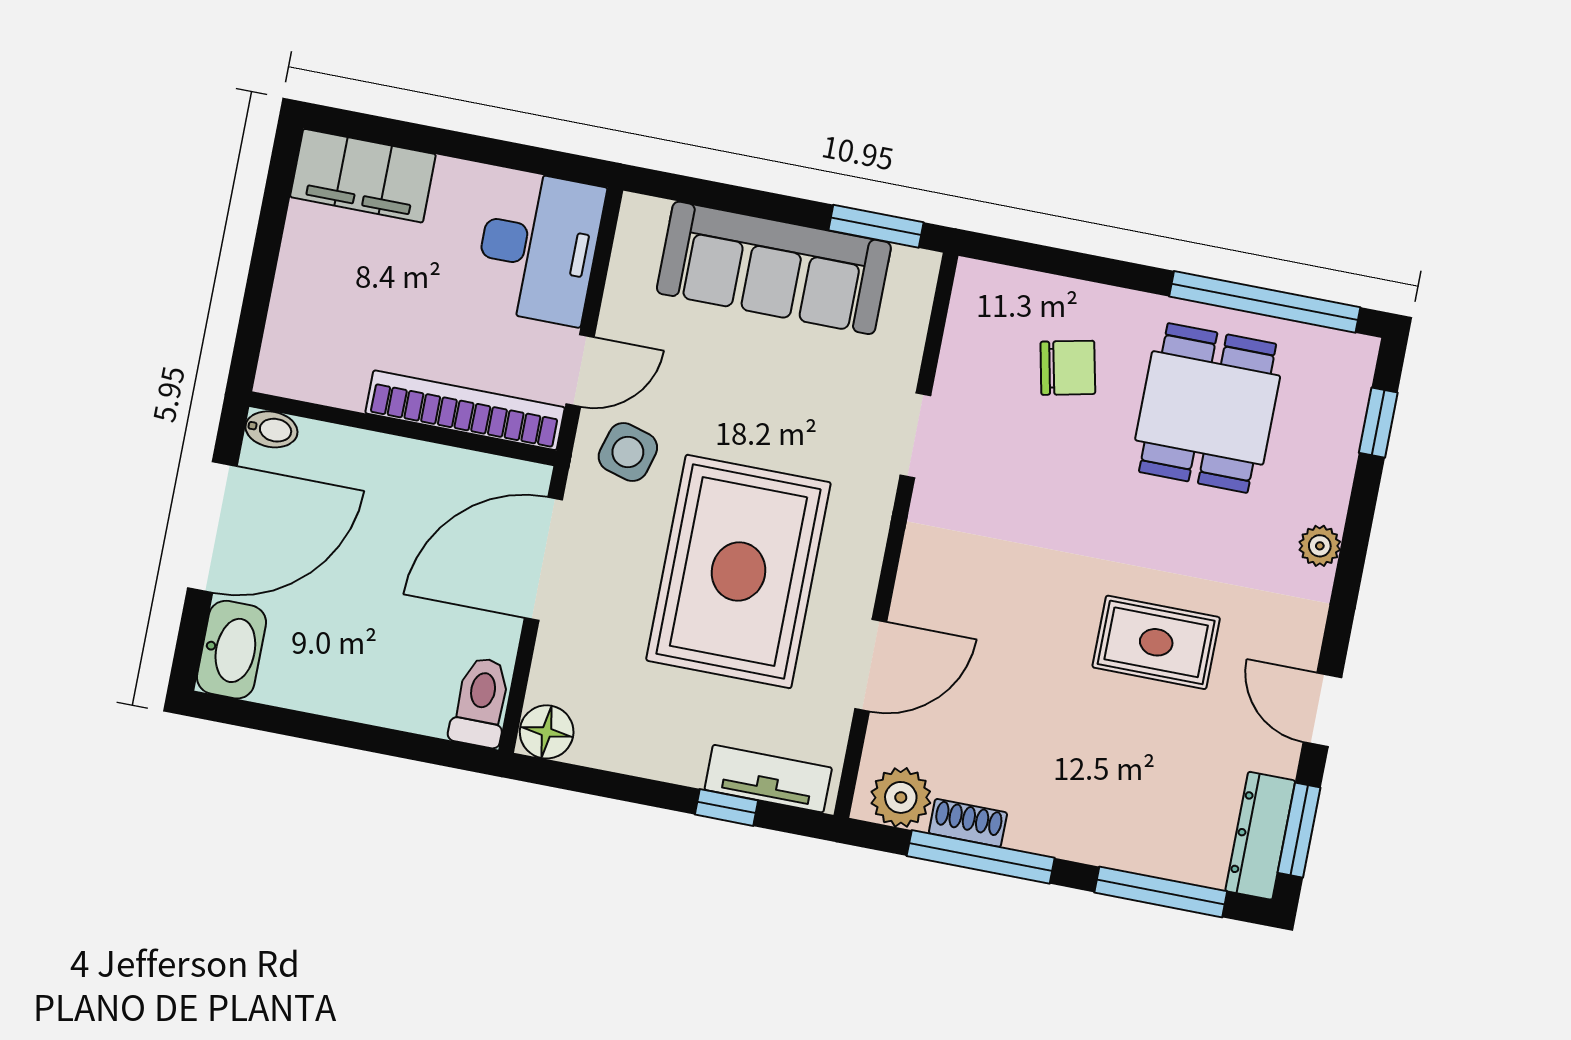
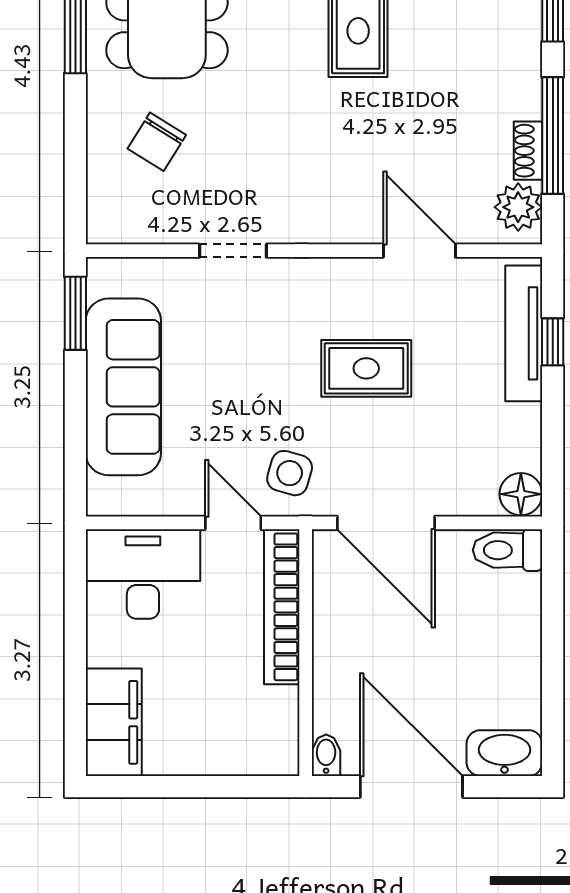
chair: (1068, 368) -> (157, 142), turned -136
rug: (738, 571) -> (366, 368), width x0.54, depth x0.49
tv unit: (768, 779) -> (524, 333), width x1.41

